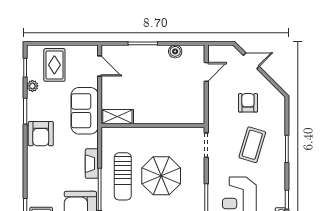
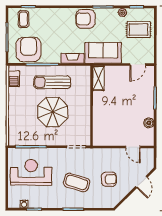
fireplace: (92, 164) -> (73, 58), moved

